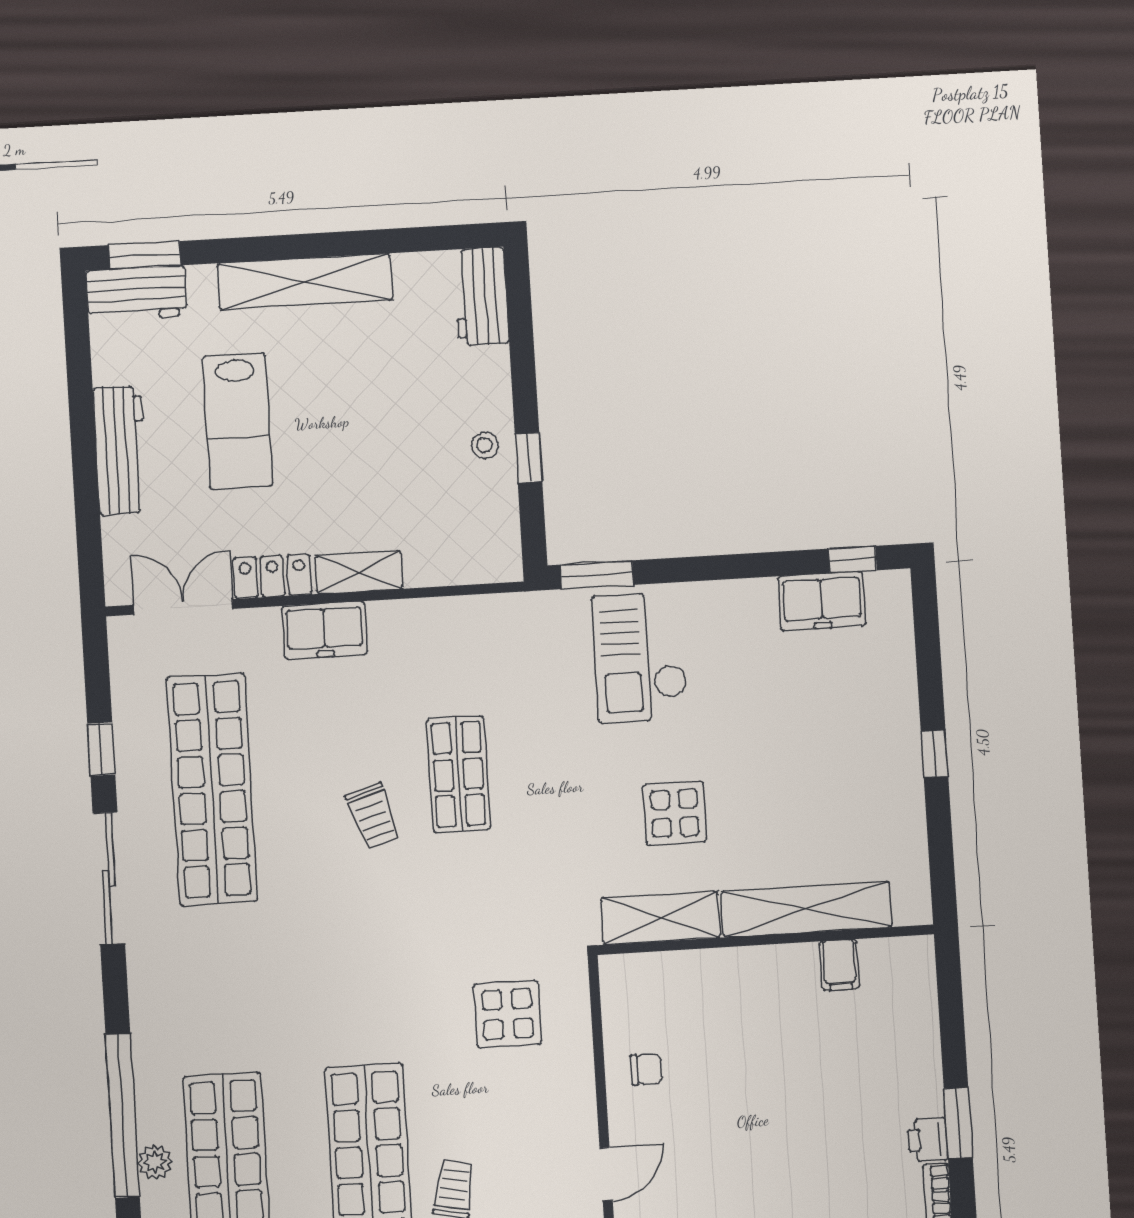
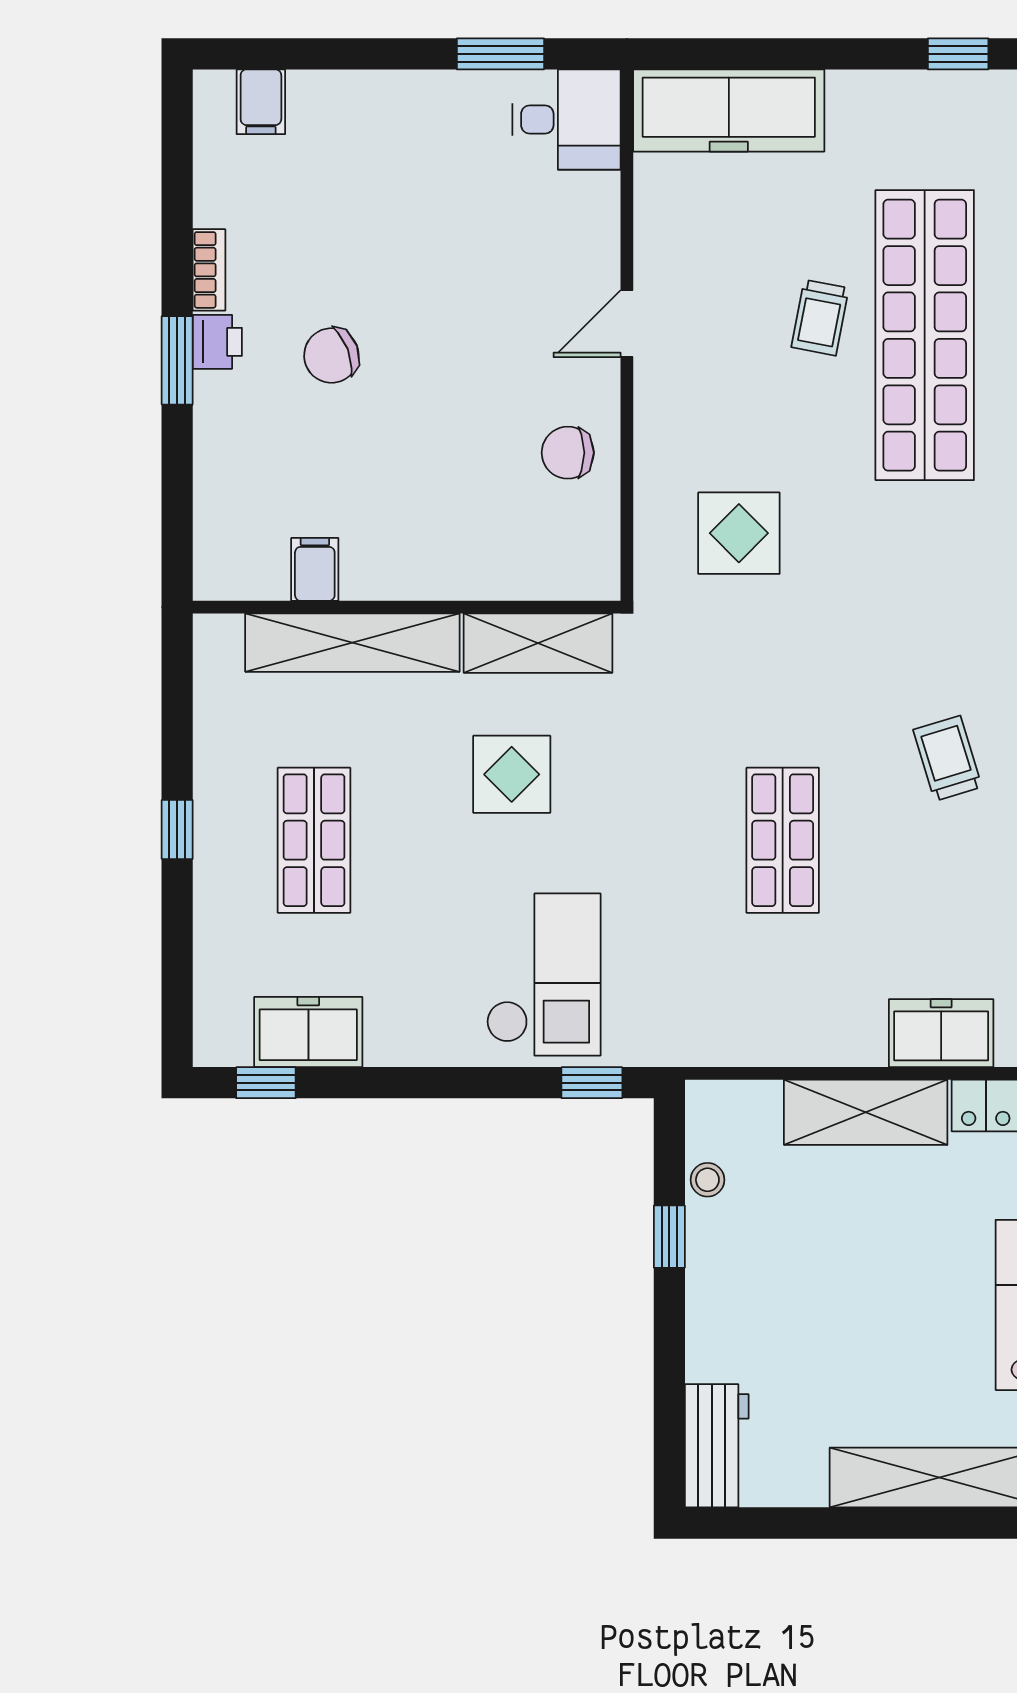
stool: (485, 445) -> (707, 1180), moved
shelving: (359, 572) -> (866, 1112), width x1.50, depth x1.33
window: (597, 575) -> (592, 1083), width x0.67
shop shelf: (827, 752) -> (314, 840), added
trolley: (373, 816) -> (948, 758), moved
chair: (646, 1069) -> (568, 453), width x1.37, depth x1.37
chair: (837, 1134) -> (331, 356), added

